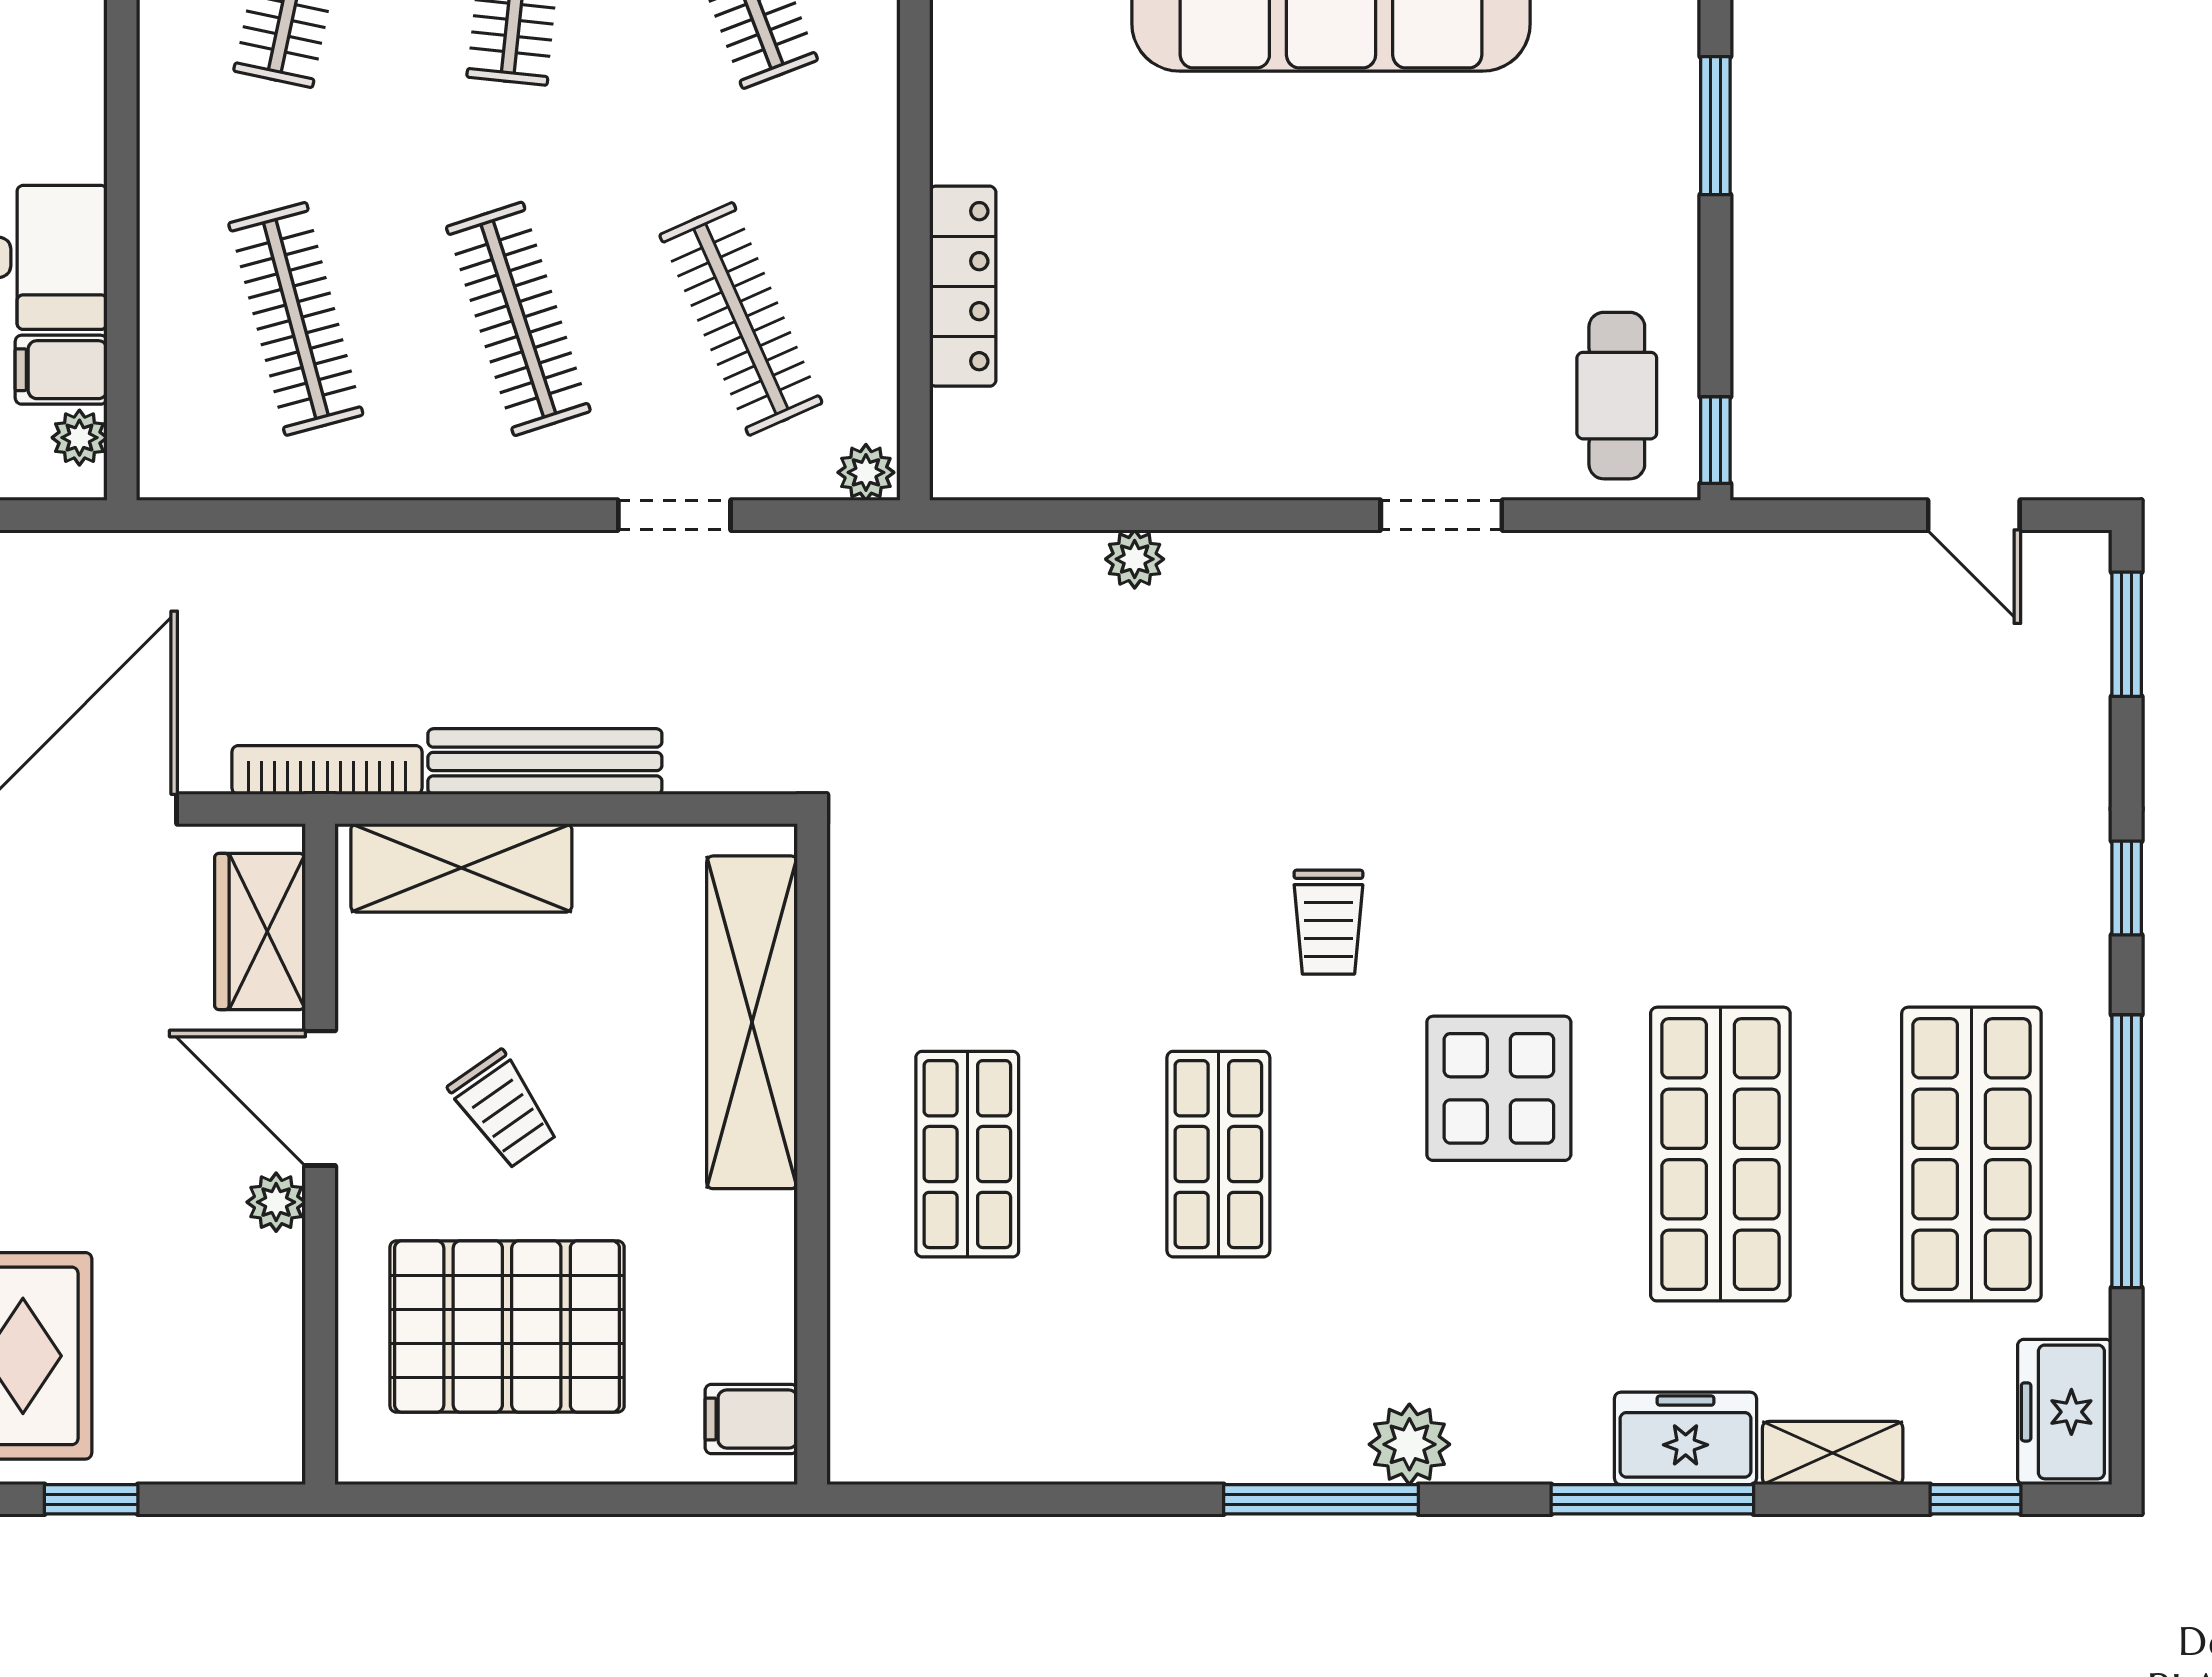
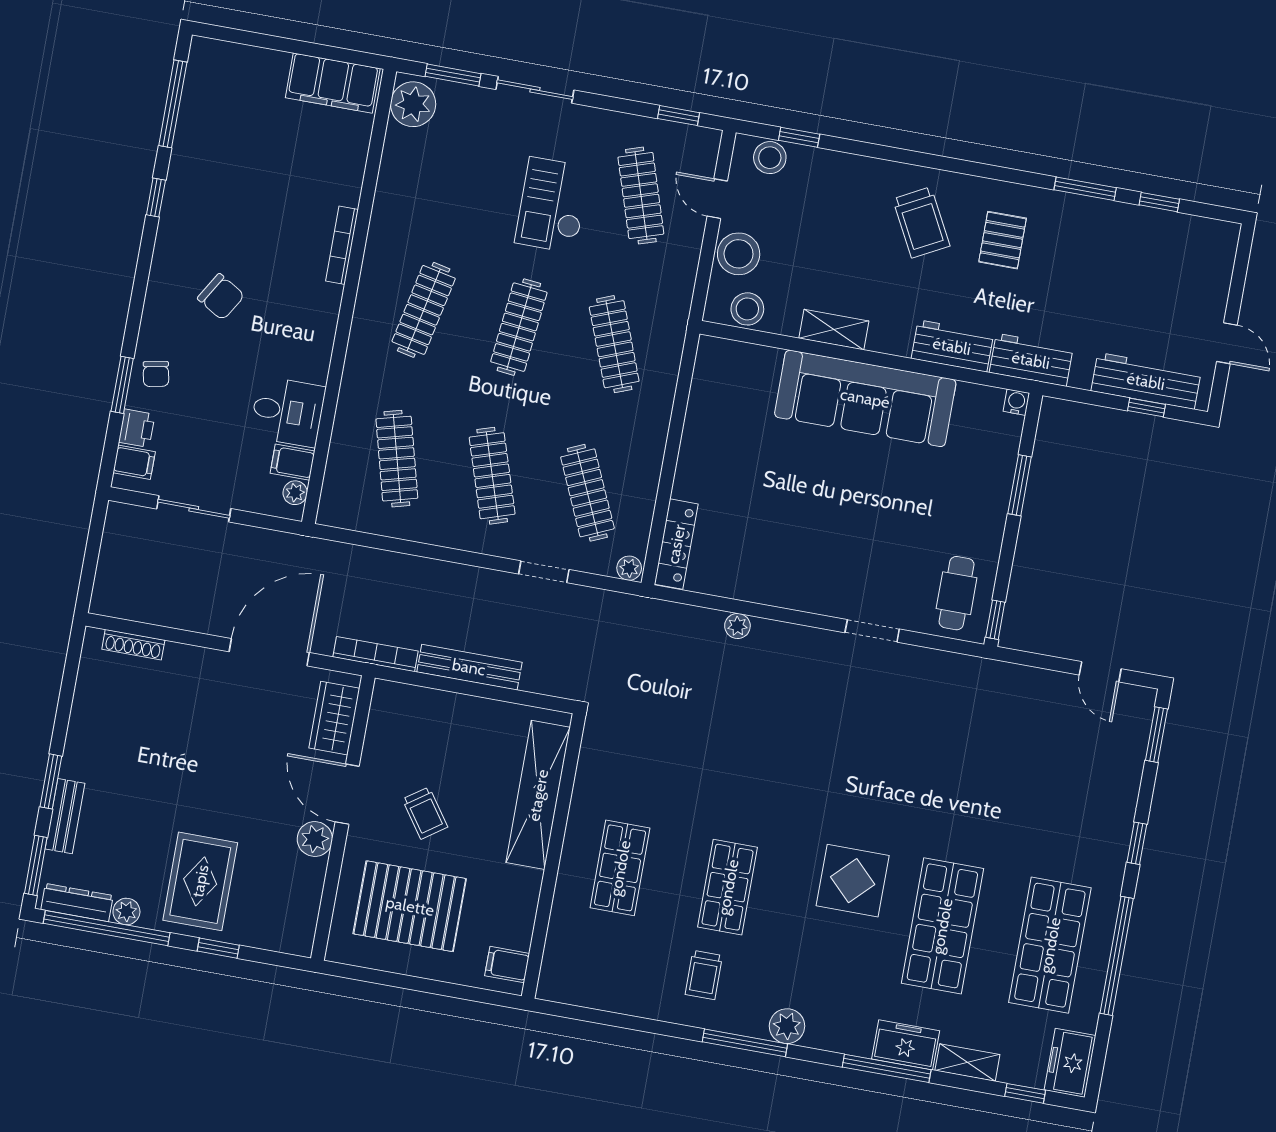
locker: (963, 286) -> (676, 544), moved
shelving: (461, 868) -> (425, 706), removed
trolley: (1328, 922) -> (704, 975), moved
plant: (276, 1202) -> (315, 839), width x1.38, depth x1.38

